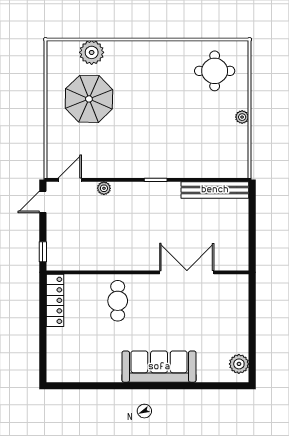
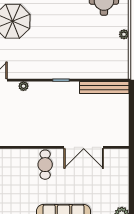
double door: (187, 272) -> (84, 147), swing flipped
cafe table: (118, 301) -> (45, 165), moved

